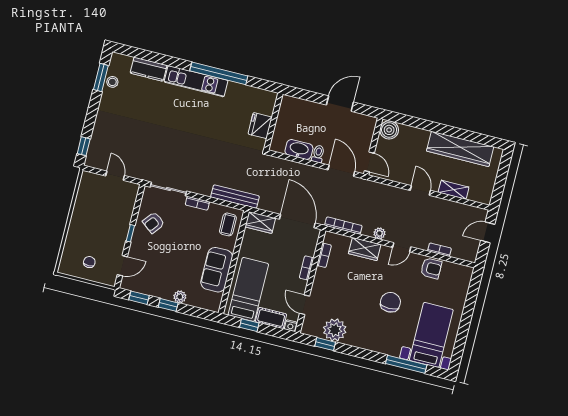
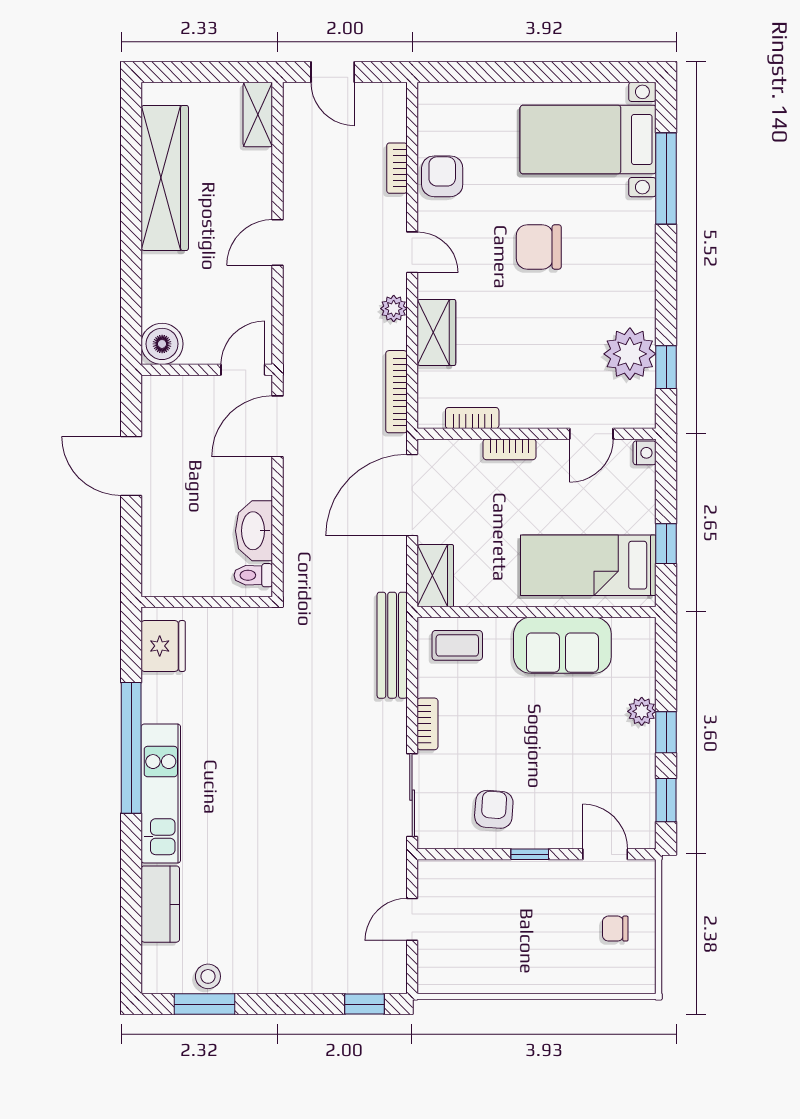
fridge: (260, 126) -> (163, 646), moved, turned -90
toilet: (318, 154) -> (253, 575), moved
shelving: (454, 190) -> (258, 115), moved
armchair: (154, 223) -> (494, 809), turned -124
cot: (271, 318) -> (638, 500), removed

